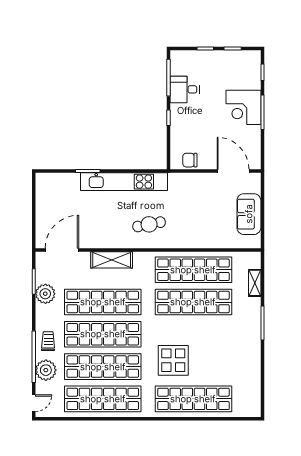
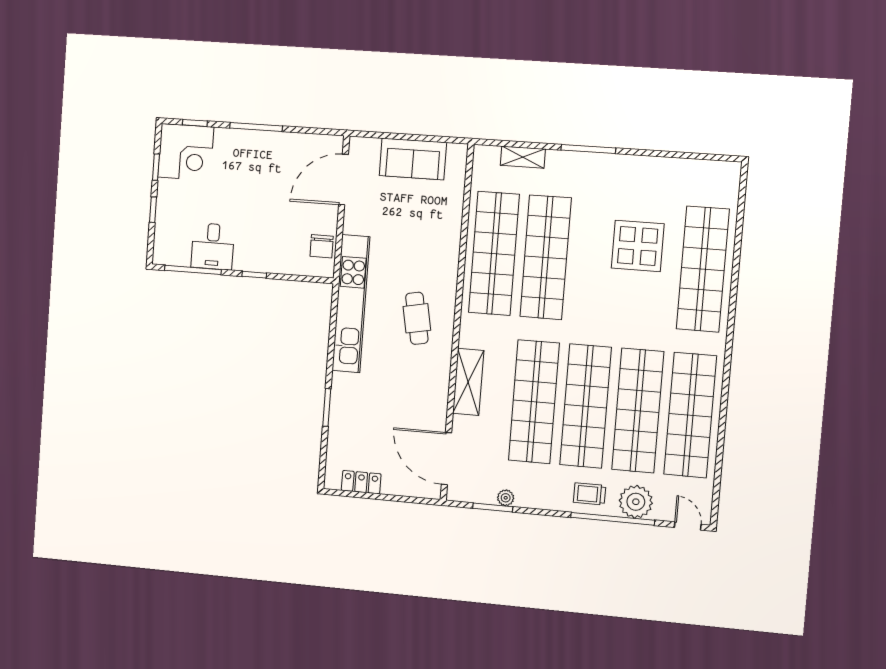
corner desk: (243, 107) -> (186, 152), moved
kitchen unit: (124, 182) -> (351, 304), moved
locker: (42, 197) -> (361, 482), added
plant: (45, 294) -> (506, 498), width x0.53, depth x0.53
display table: (173, 360) -> (638, 246), moved

